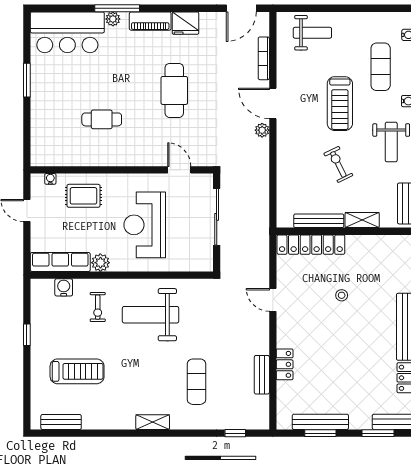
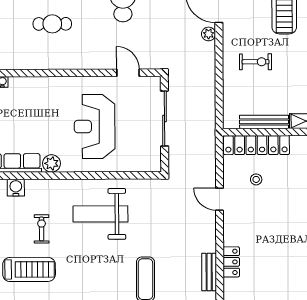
exercise bike: (338, 164) -> (256, 62), moved, turned 116
rug: (83, 196) -> (35, 98), removed
stool: (342, 295) -> (256, 179), moved
exercise bike: (98, 307) -> (42, 229), moved, turned 180

